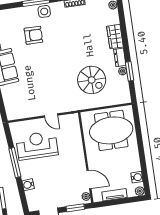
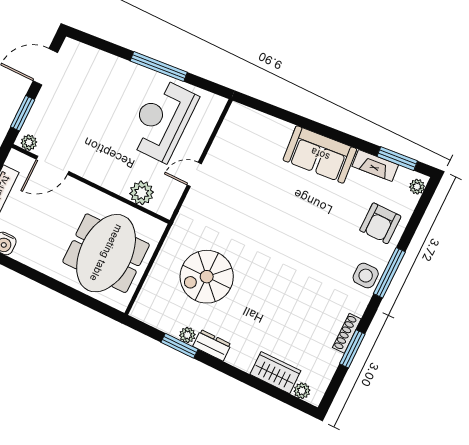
armchair: (33, 35) -> (380, 223), moved
wardrobe: (115, 37) -> (275, 373), moved
plant: (75, 133) -> (142, 193), added
reception desk: (37, 145) -> (162, 120), turned 180
water cooler: (28, 185) -> (110, 64), removed

